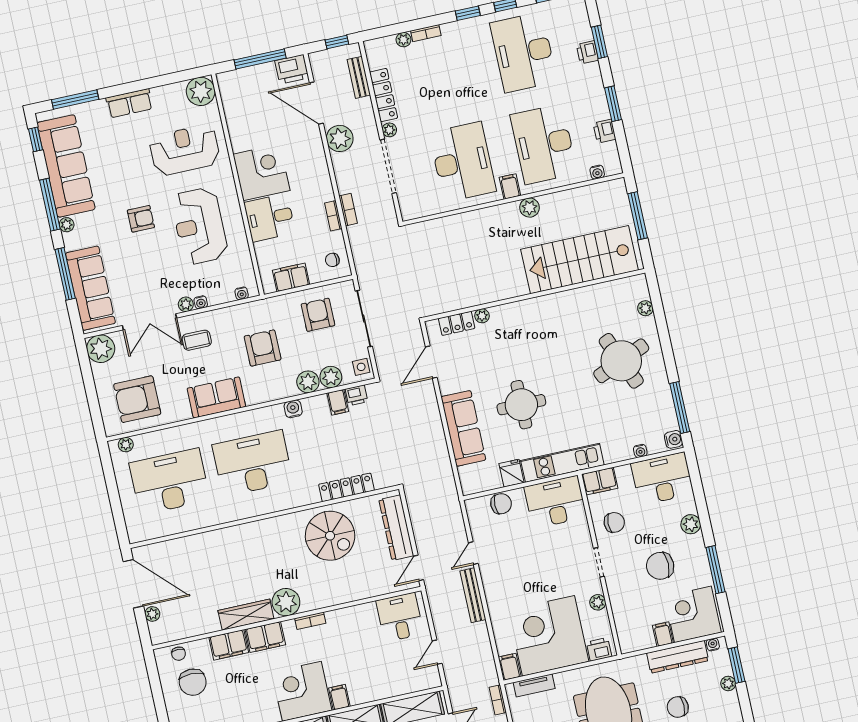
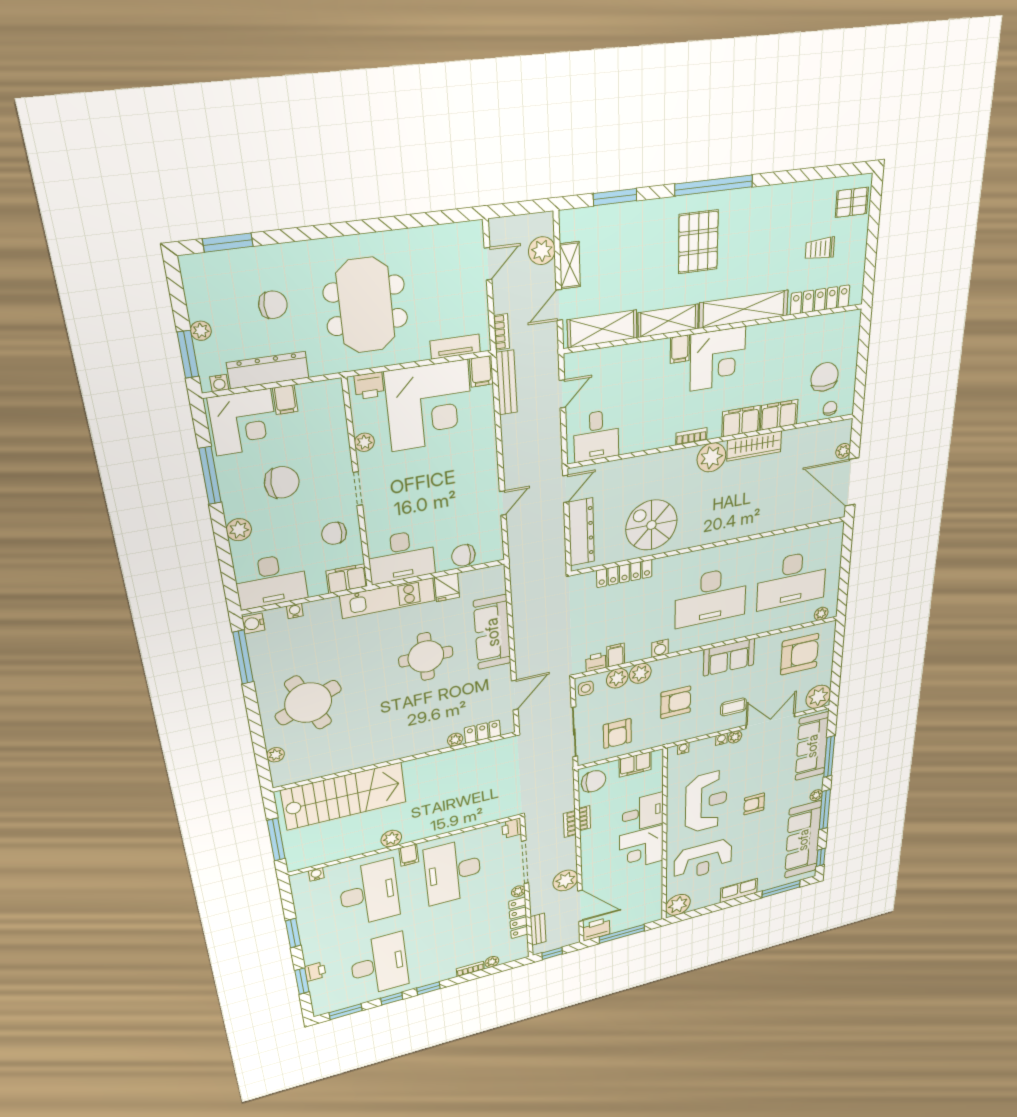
printer: (605, 131) -> (512, 828), moved, turned 180
chair: (332, 260) -> (594, 781), width x1.87, depth x1.87
armchair: (263, 348) -> (676, 702), turned -90
bench: (473, 595) -> (507, 383), moved

